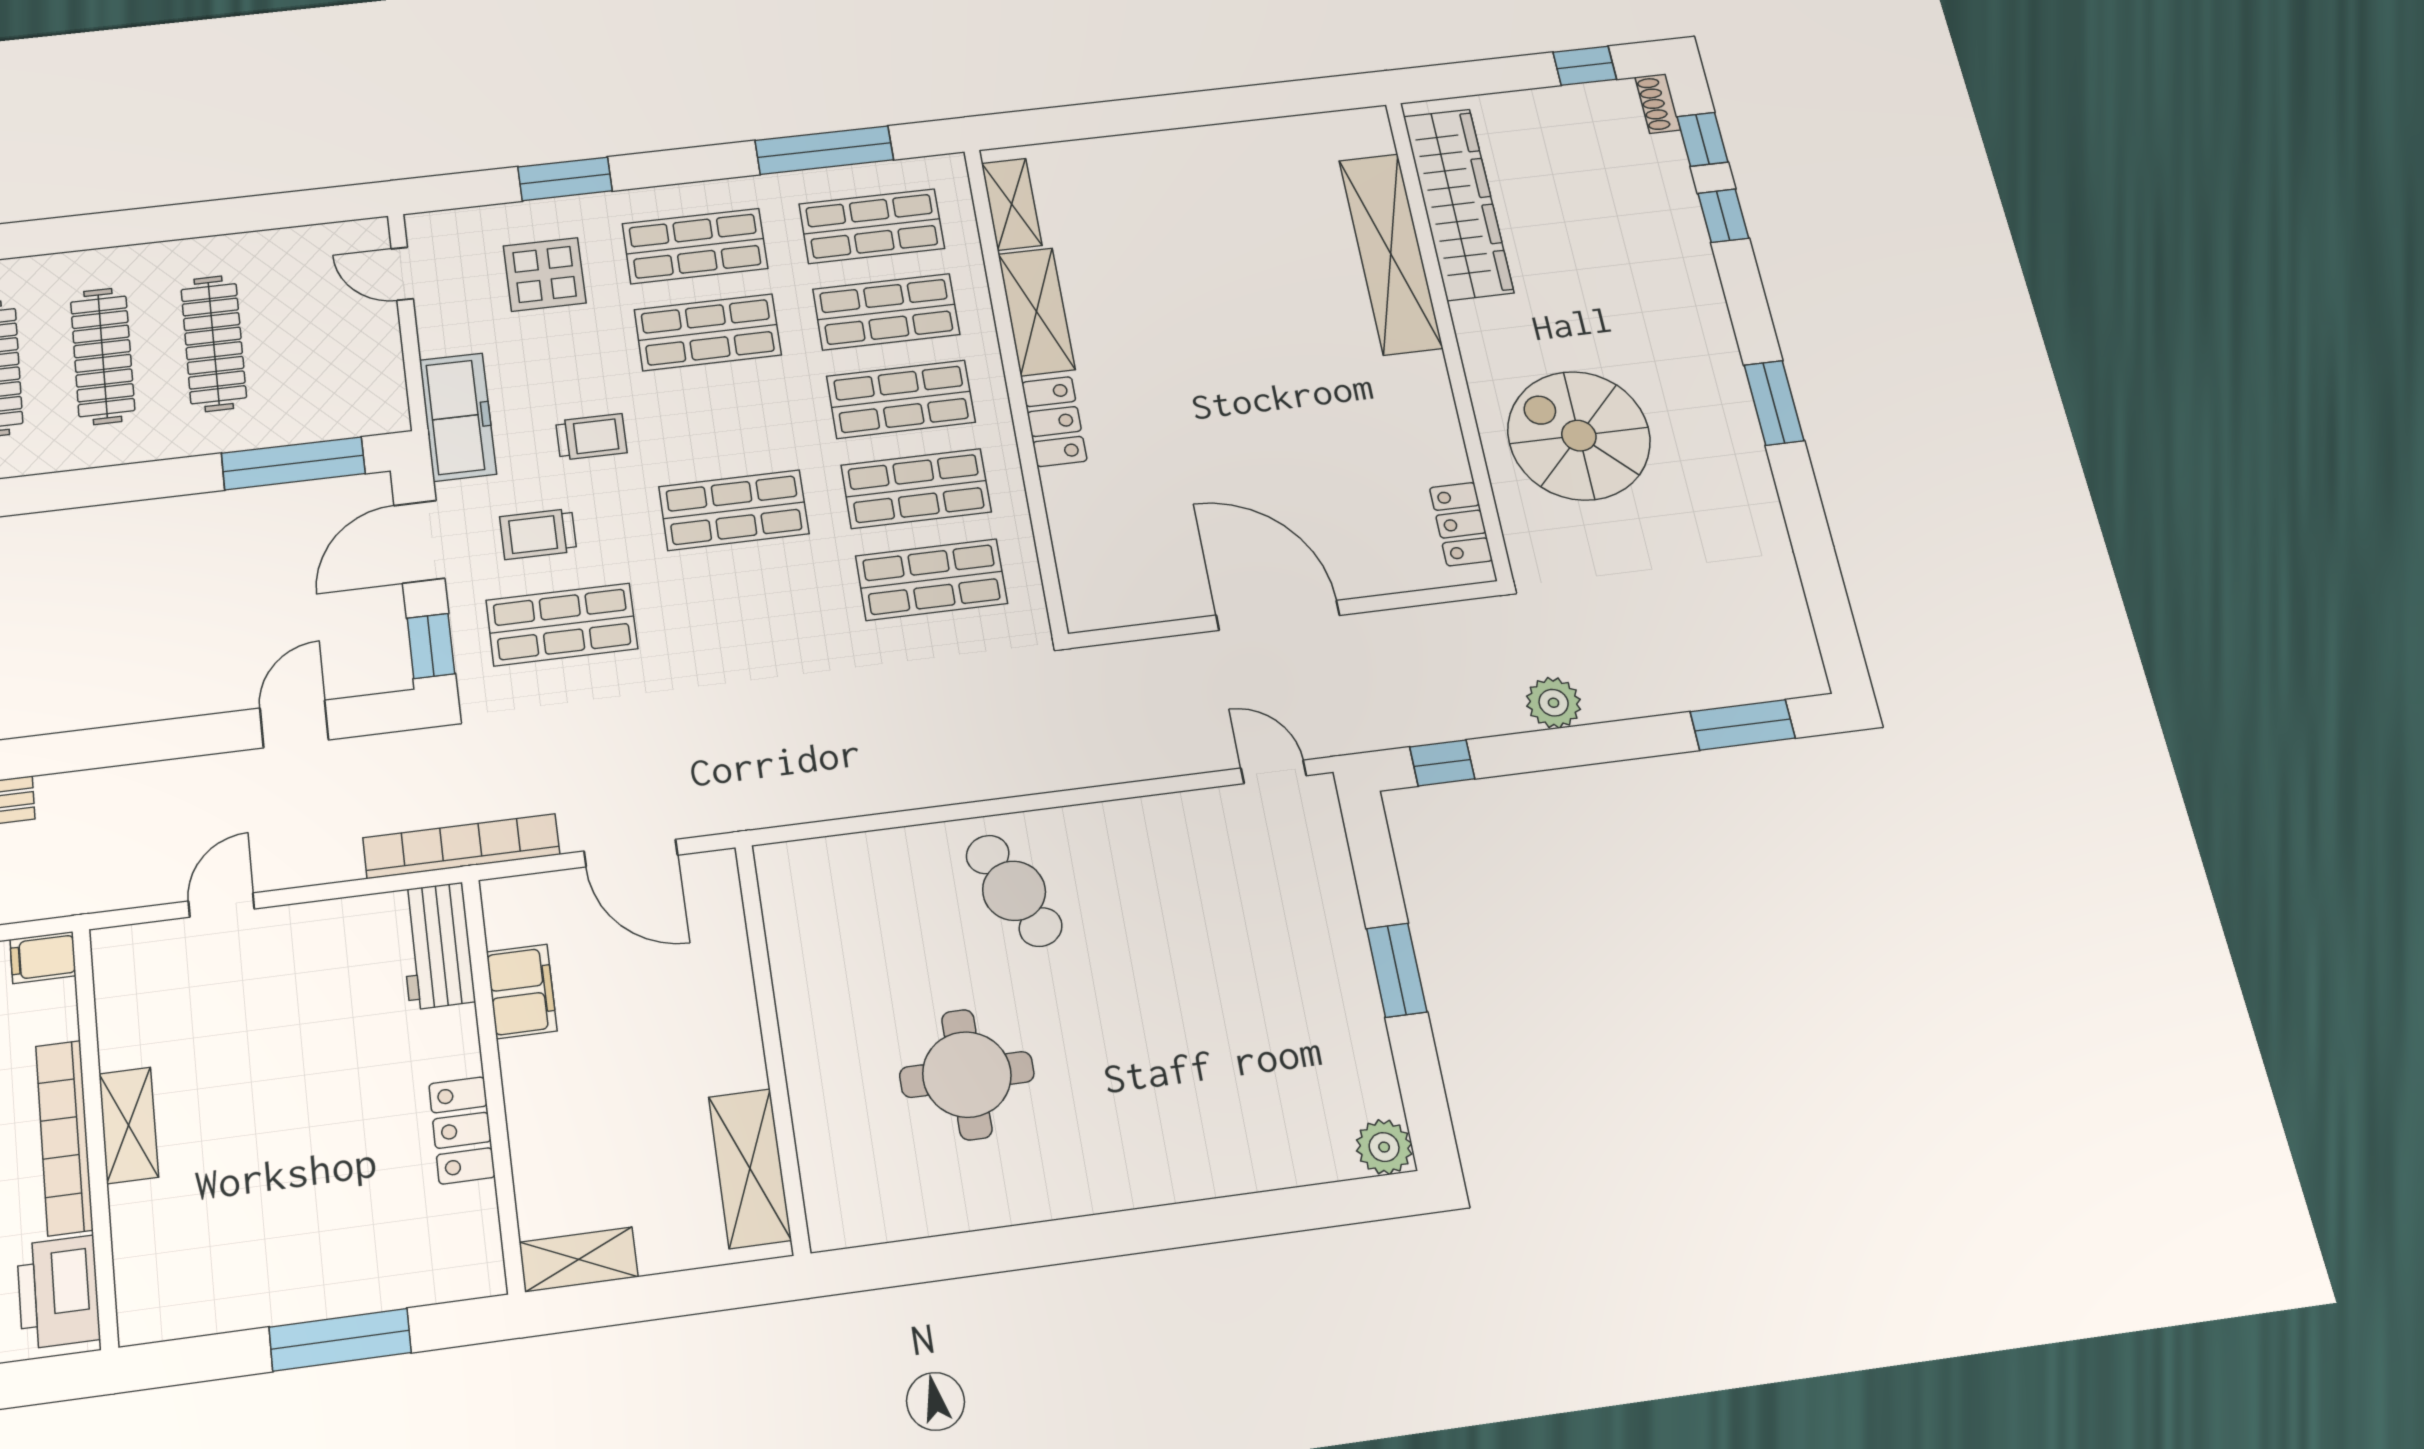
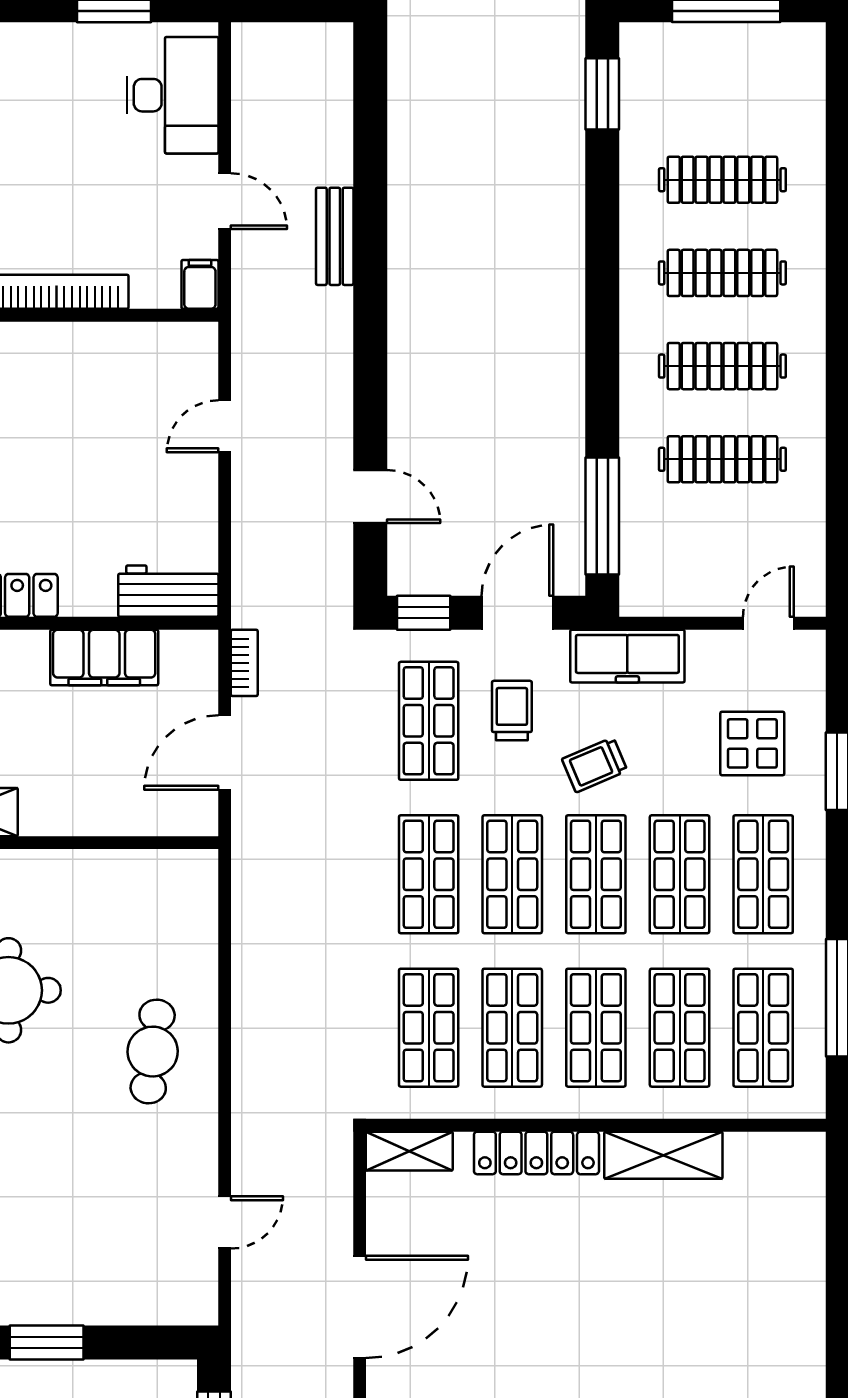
shelving: (1012, 204) -> (409, 1151), moved
shop shelf: (721, 420) -> (596, 874), added
locker: (1054, 422) -> (536, 1153), width x1.53
trolley: (591, 437) -> (595, 765), turned 67
door: (419, 542) -> (517, 613), hinge flipped
shop shelf: (747, 602) -> (429, 874), added
door: (1274, 772) -> (225, 1222), moved
bookcase: (461, 846) -> (244, 663), width x0.43, depth x0.76
cafe table: (1014, 891) -> (153, 1052), turned -57
door: (221, 905) -> (225, 426), swing flipped
filing cabinet: (522, 991) -> (104, 658), width x1.50, depth x1.17
shelving: (129, 1125) -> (56, 341), removed

